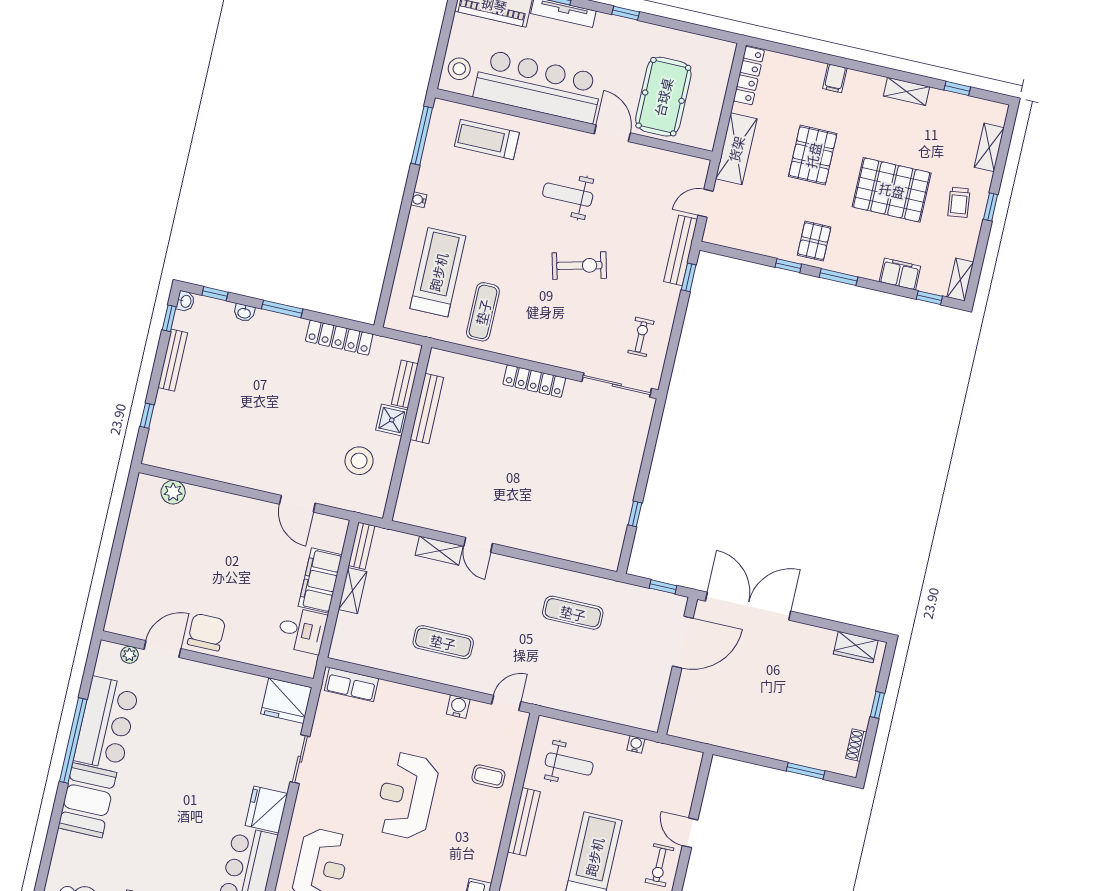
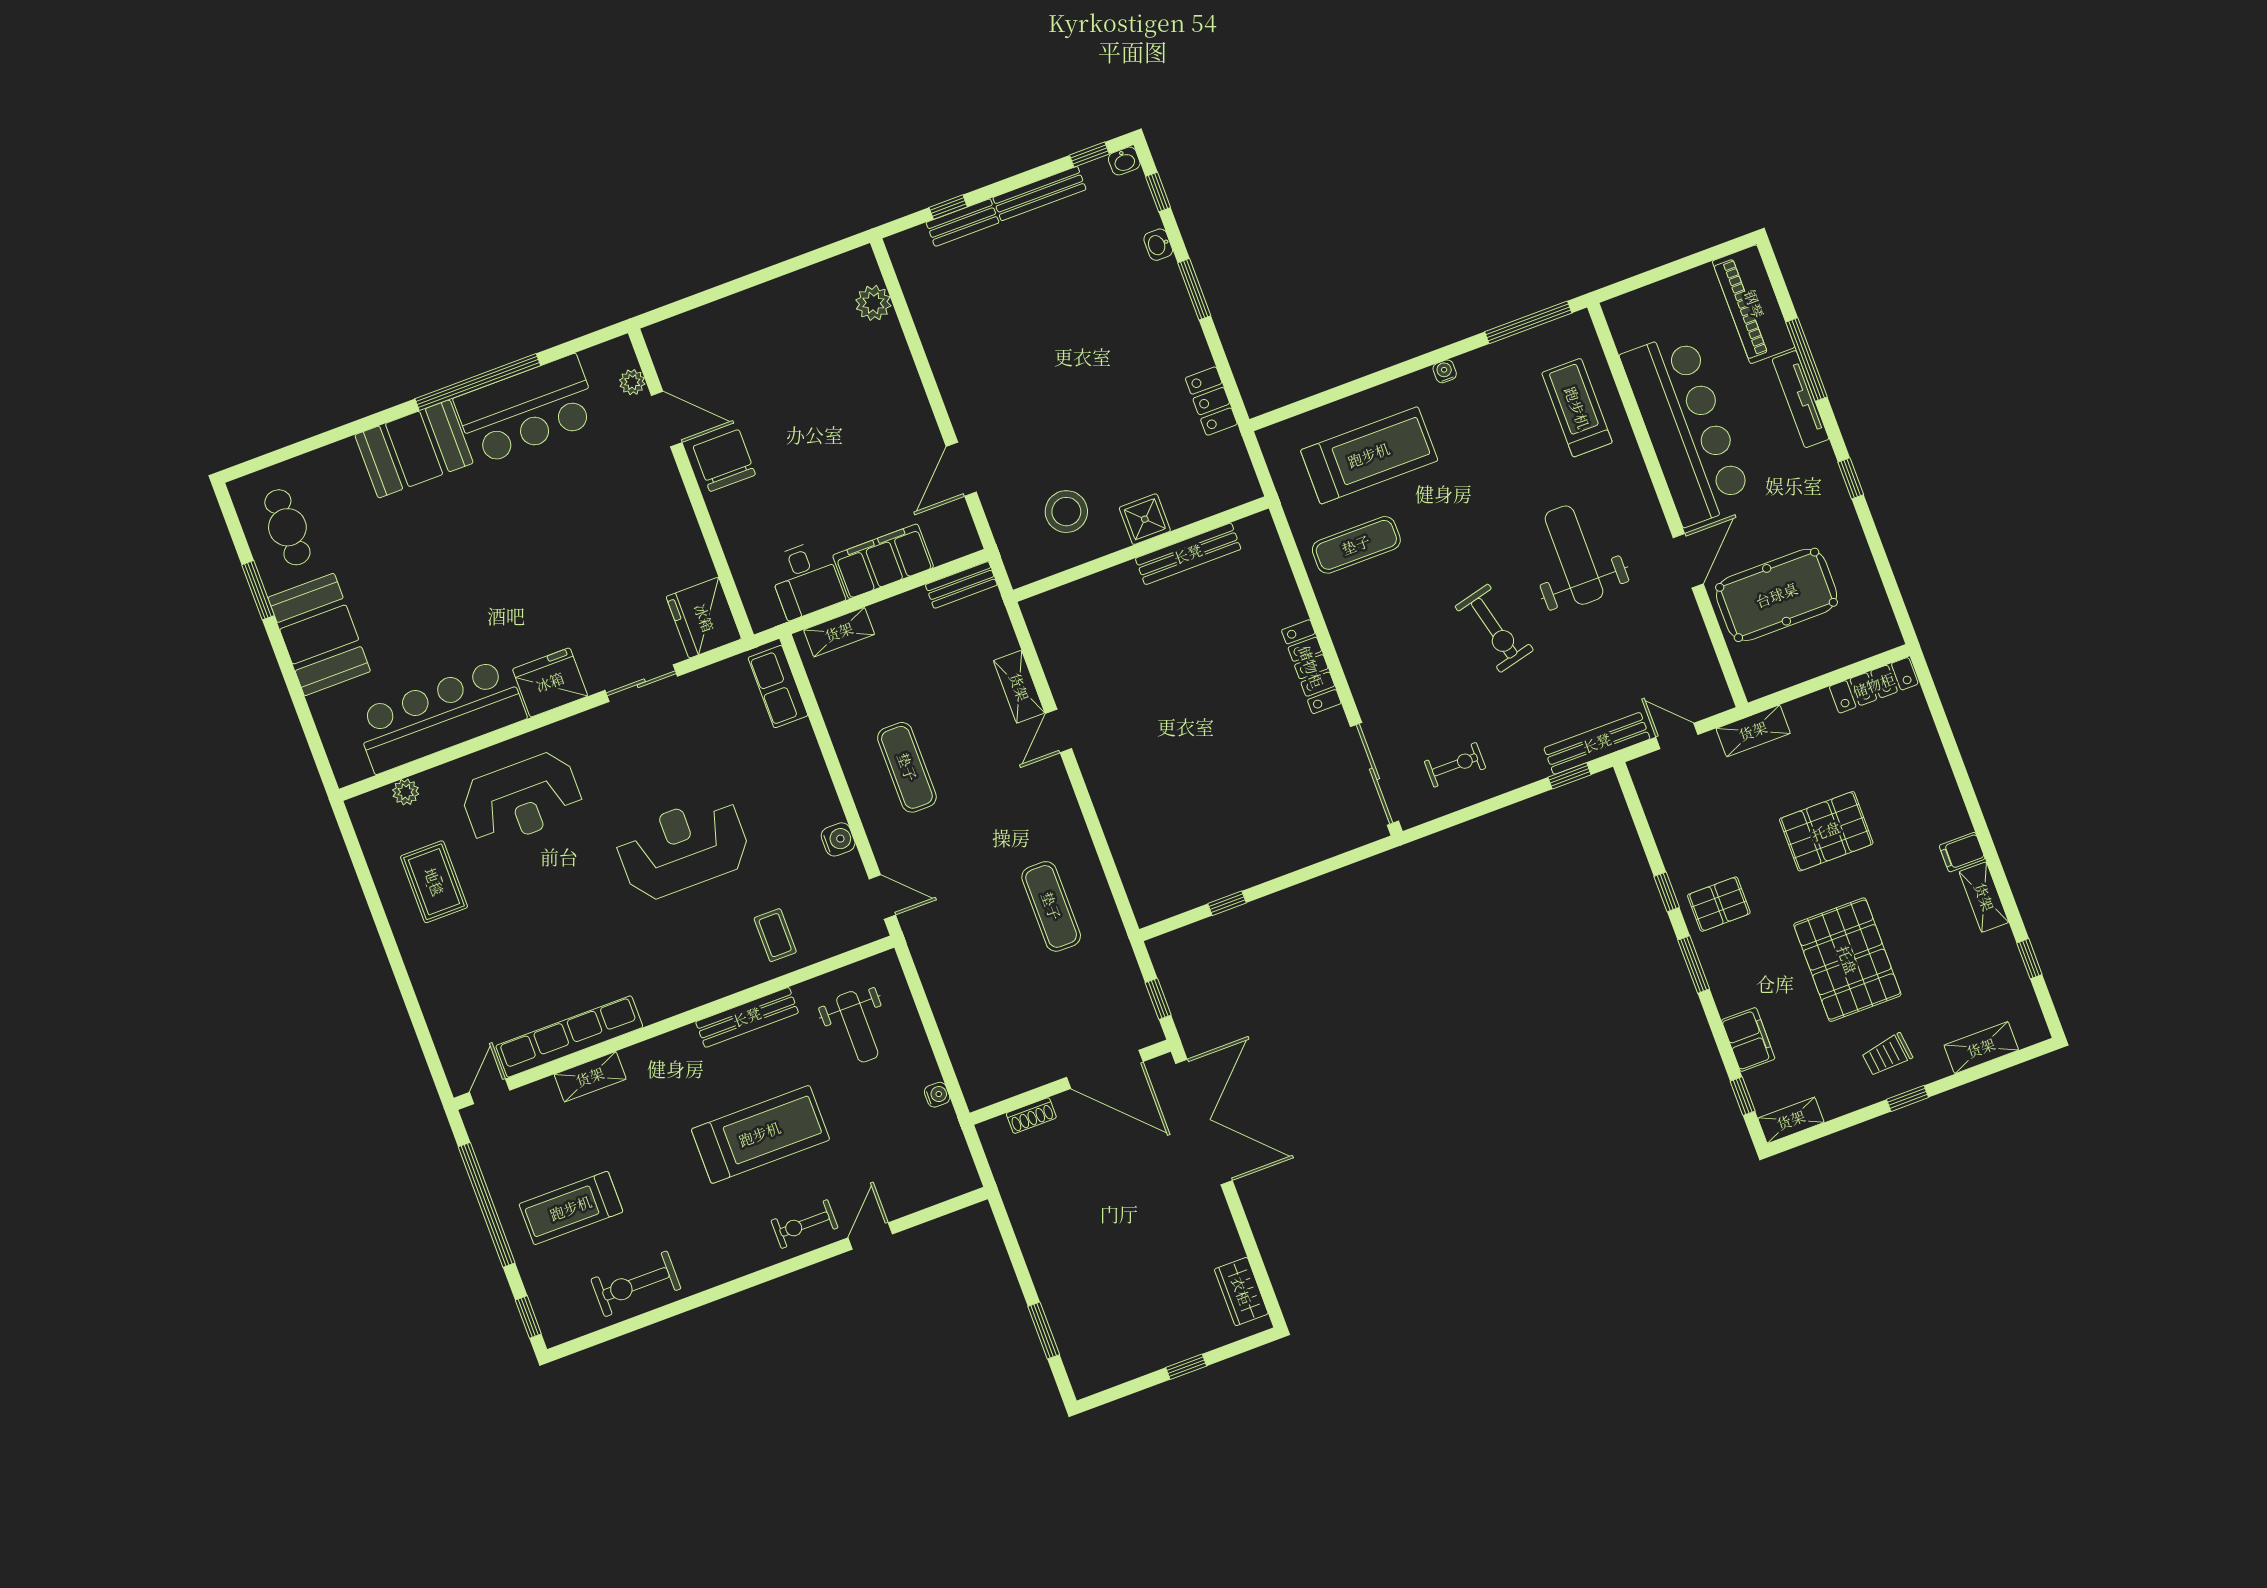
stool: (459, 69) -> (1643, 314), removed
filing cabinet: (835, 78) -> (1962, 852), moved
shelving: (736, 149) -> (1753, 731), width x0.67, depth x0.75
weight bench: (568, 195) -> (1574, 555), width x1.36, depth x1.33
locker: (339, 338) -> (1211, 401), width x0.66
bench: (405, 384) -> (963, 223), moved
shelving: (353, 591) -> (839, 632), moved
chair: (206, 632) -> (724, 461), turned -90
shoe rack: (856, 745) -> (1031, 1116), moved, turned 180

